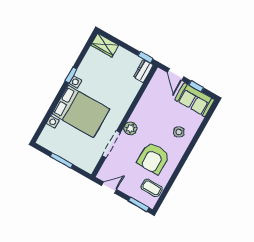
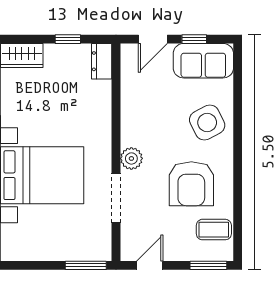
window: (145, 57) -> (68, 39), moved
door: (175, 74) -> (153, 39), hinge flipped
side table: (179, 132) -> (207, 123), width x1.87, depth x1.87
window: (61, 160) -> (86, 265), moved

